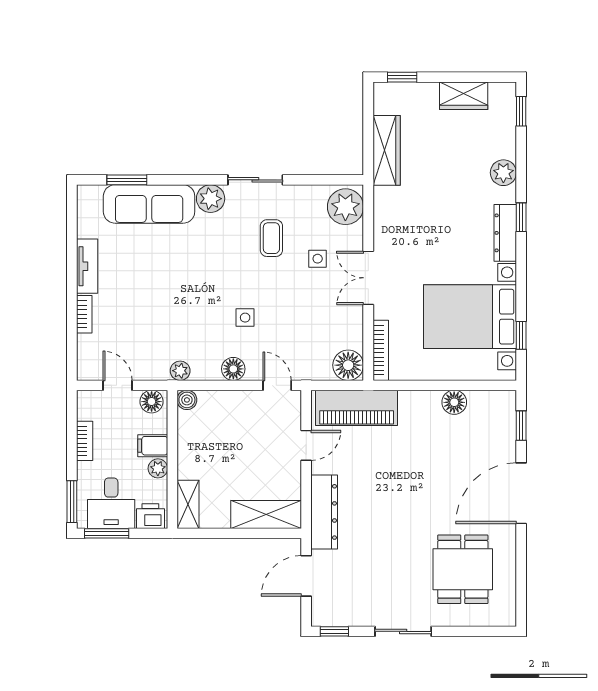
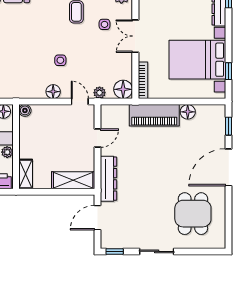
plant: (180, 371) -> (100, 93), moved
piano: (357, 408) -> (154, 115), moved

